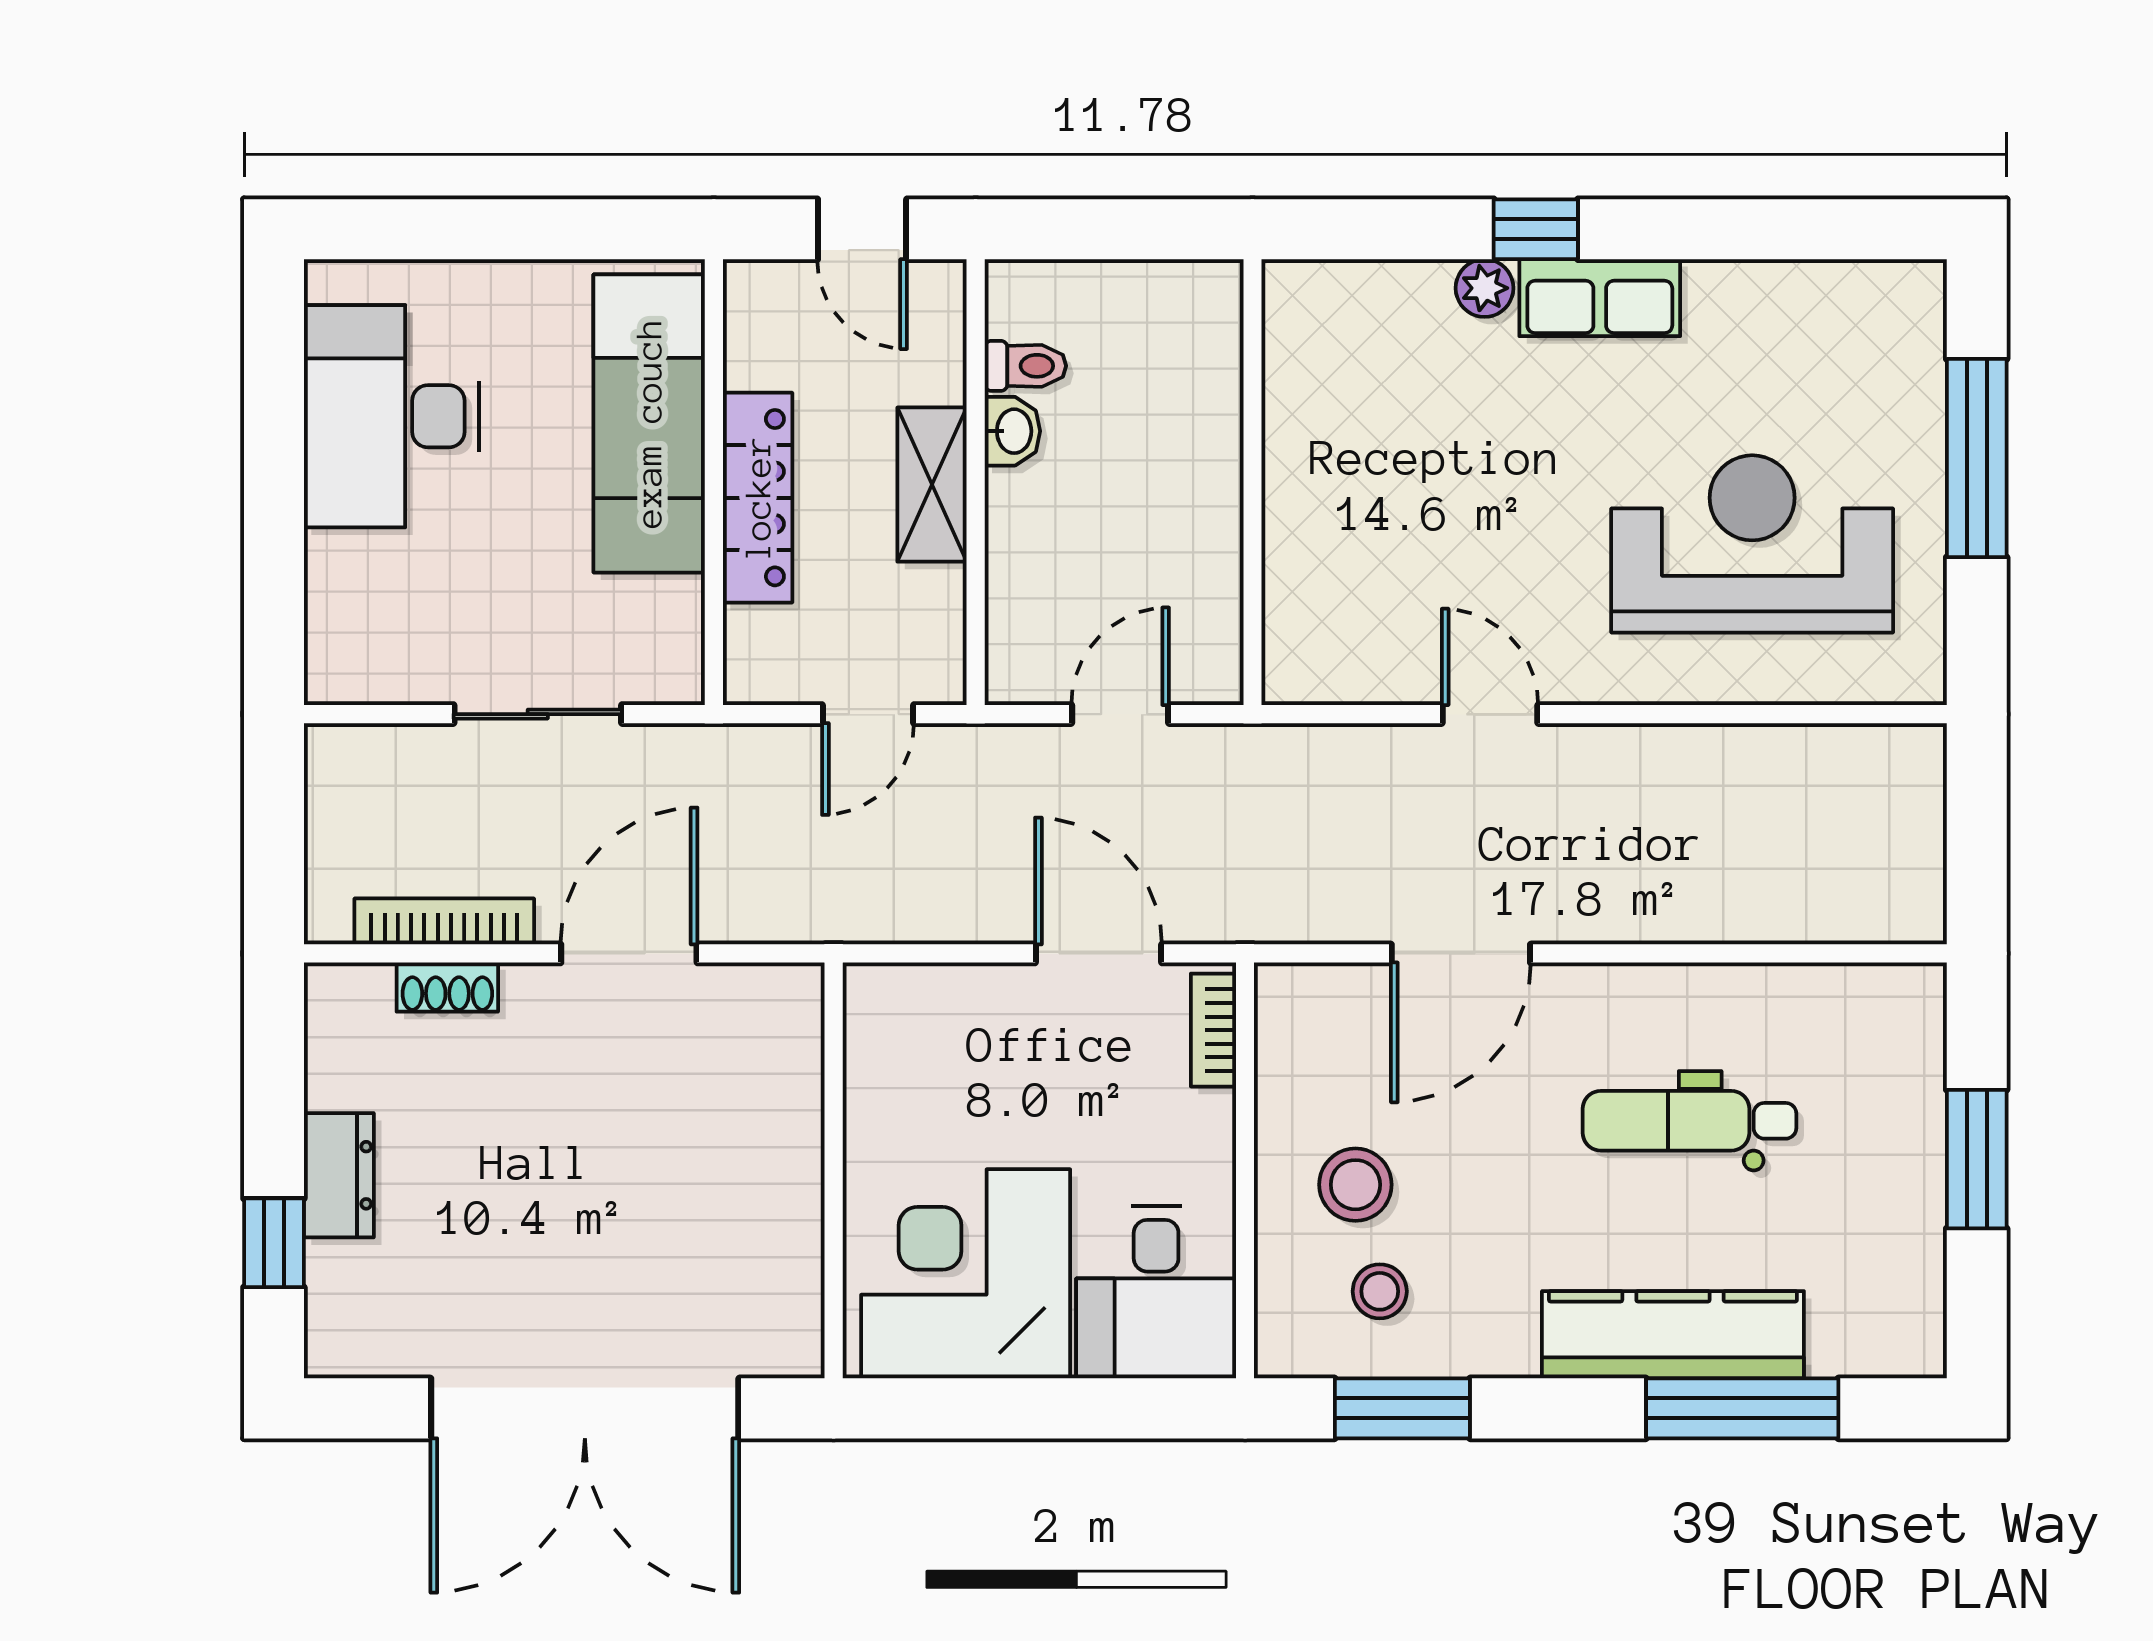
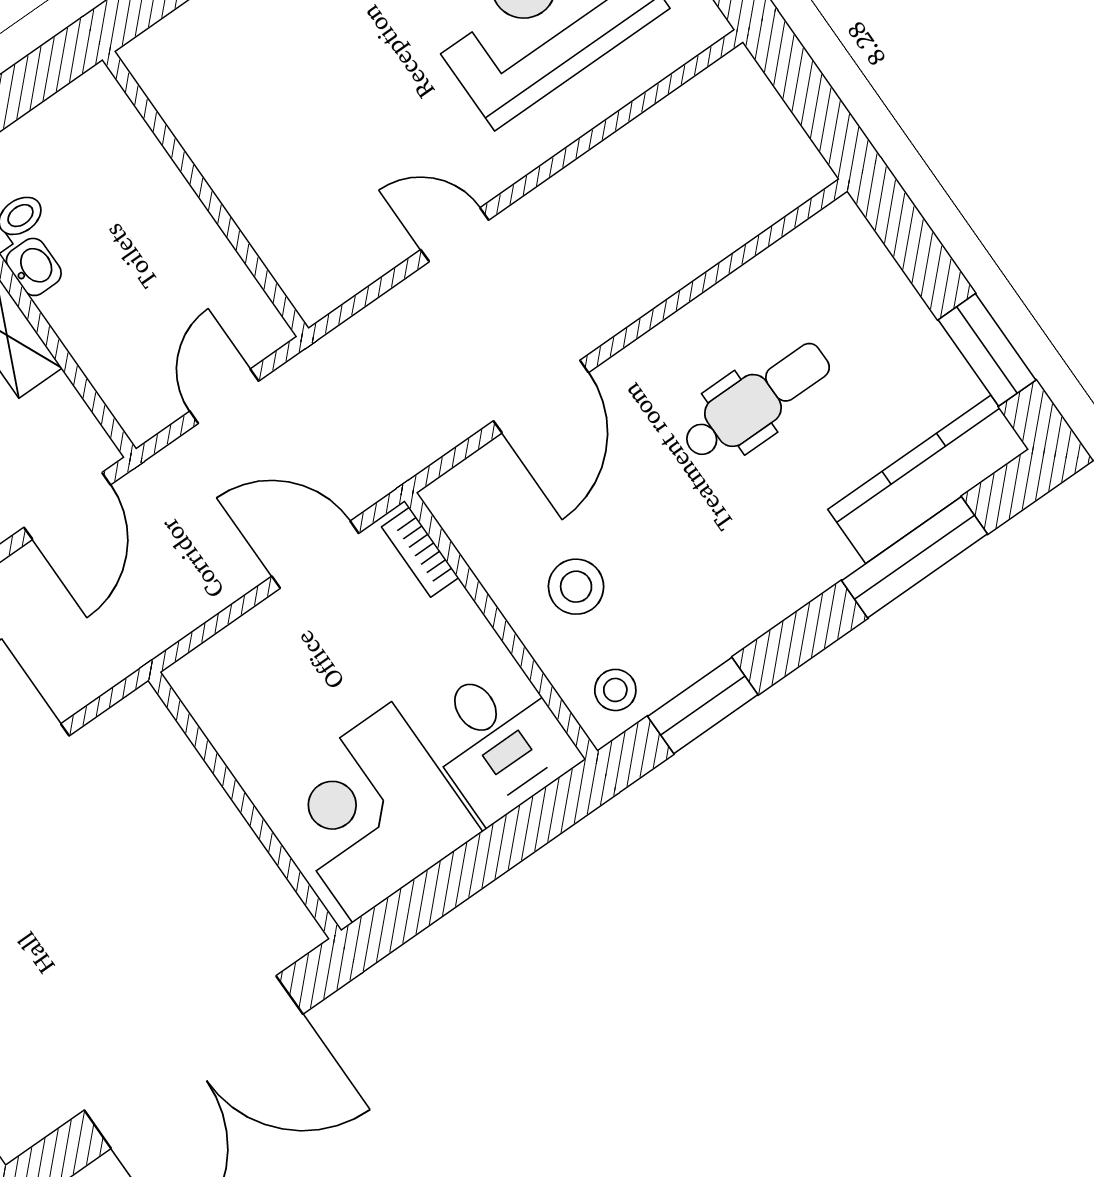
door: (868, 714) -> (67, 506), width x1.38
dental chair: (1690, 1121) -> (756, 401), turned 180
window: (1977, 1159) -> (987, 350), moved
stool: (1380, 1291) -> (615, 690), moved
kitchen counter: (1673, 1335) -> (928, 479), moved

